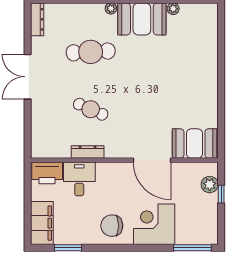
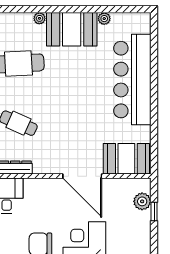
bar counter: (200, 67) -> (132, 80), added

